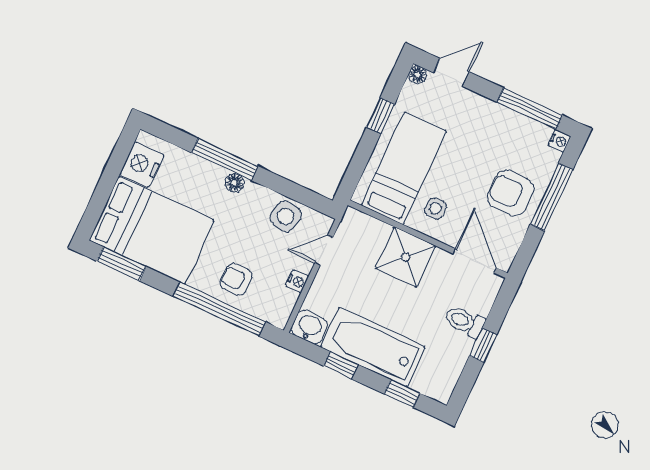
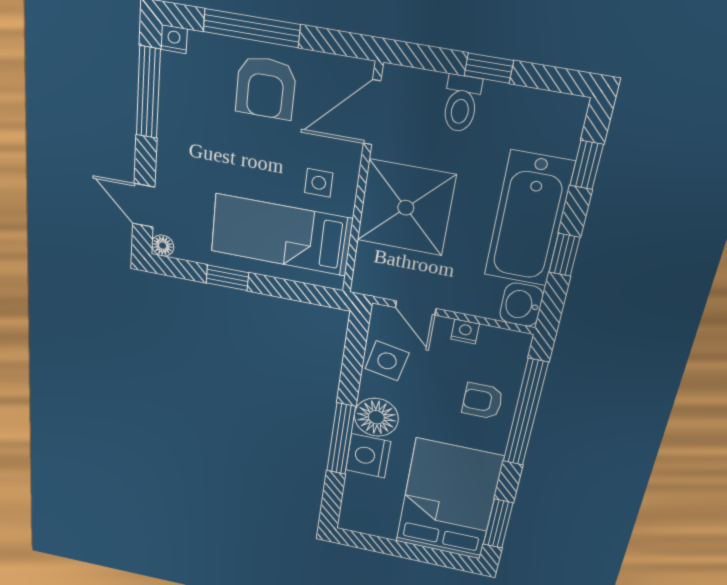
nightstand: (142, 164) -> (368, 456), moved, turned 90
floor lamp: (235, 183) -> (376, 417), width x1.89, depth x1.89
shower: (406, 257) -> (406, 208), width x1.37, depth x1.37
armchair: (236, 279) -> (482, 401), turned 90

